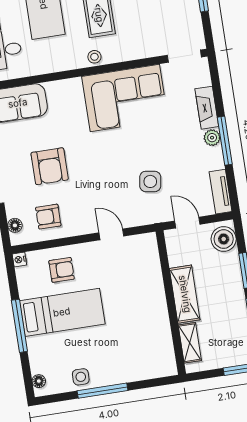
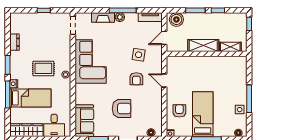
armchair: (48, 217) -> (136, 79), moved
door: (111, 234) -> (164, 81), hinge flipped

